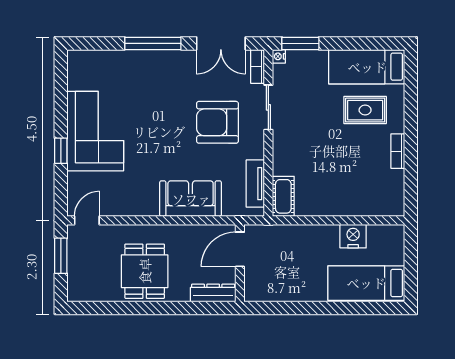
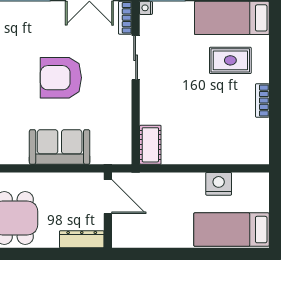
armchair: (217, 122) -> (61, 78), moved
tv unit: (255, 184) -> (123, 132), removed
door: (240, 249) -> (108, 197), swing flipped

